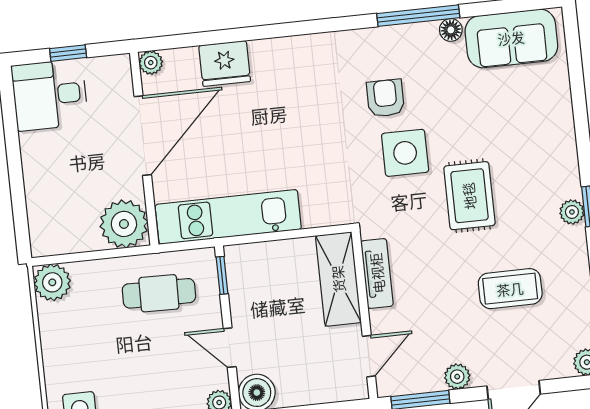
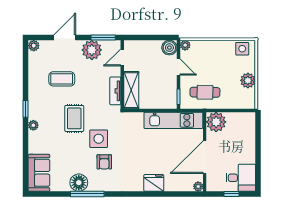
floor lamp: (451, 30) -> (79, 183), width x1.89, depth x1.89
sofa: (511, 38) -> (39, 173), moved, turned 90
fridge: (225, 63) -> (154, 183), moved
plant: (572, 212) -> (33, 125), moved
plant: (52, 282) -> (248, 80), moved
plant: (457, 377) -> (92, 50), width x1.88, depth x1.88

